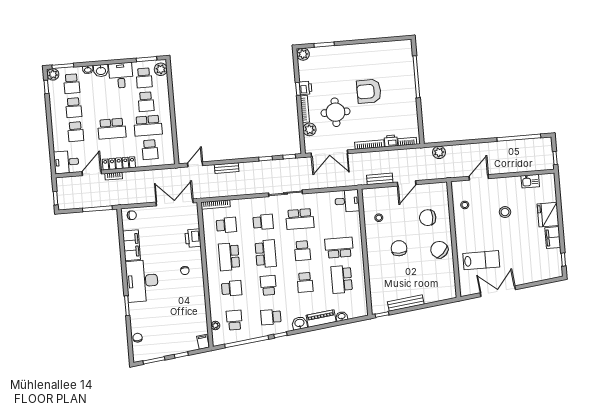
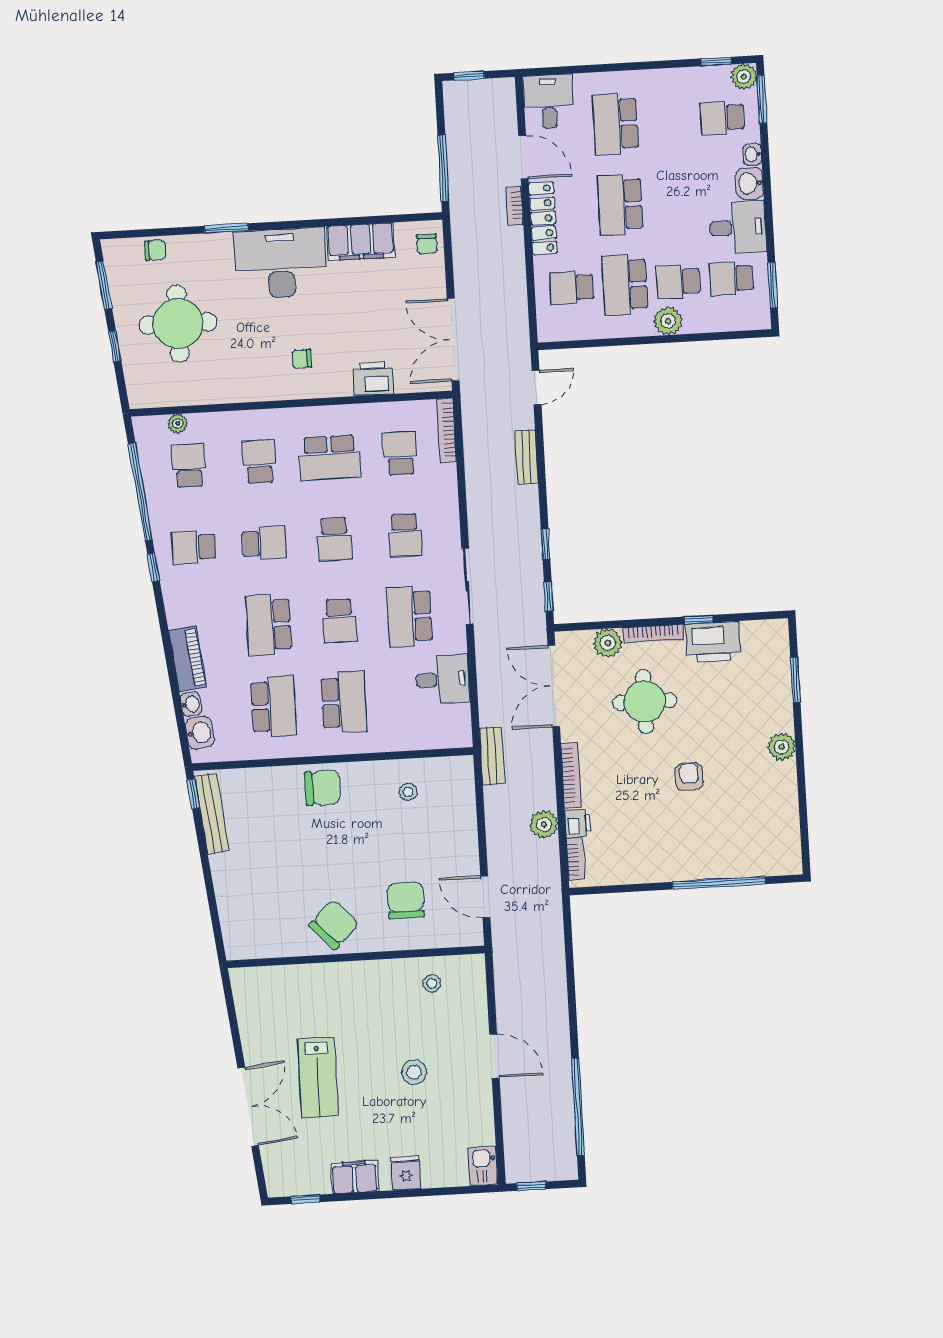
plant: (303, 54) -> (782, 747), moved
plant: (161, 69) -> (668, 321), moved
printer: (305, 88) -> (713, 642), width x1.87, depth x1.48
armchair: (369, 91) -> (689, 777), width x0.53, depth x0.53
school desk: (74, 108) -> (669, 121), removed
school desk: (76, 132) -> (616, 124), width x1.85
plant: (439, 152) -> (544, 824), moved
door: (195, 164) -> (537, 387), hinge flipped
door: (479, 177) -> (494, 1056), moved
bench: (380, 179) -> (492, 756), moved
kitchen sink: (530, 181) -> (483, 1166), moved
door: (407, 183) -> (485, 897), moved
desk: (347, 201) -> (443, 679), moved, turned -90
double door: (175, 202) -> (453, 340), swing flipped
fridge: (548, 215) -> (406, 1173), width x0.53, depth x0.75
school desk: (226, 225) -> (400, 453), turned 180
chair: (399, 248) -> (322, 788), moved
school desk: (302, 251) -> (339, 621), turned -90
school desk: (266, 254) -> (334, 539), width x0.54
school desk: (229, 257) -> (330, 458), turned 180
lab bench: (481, 260) -> (318, 1077), moved
school desk: (342, 279) -> (273, 706), turned 90
school desk: (305, 282) -> (269, 625), width x1.85
school desk: (232, 288) -> (259, 462), turned 180
double door: (498, 291) -> (248, 1107), moved
bench: (406, 303) -> (212, 813), moved
school desk: (271, 317) -> (194, 547), turned -90
school desk: (234, 320) -> (189, 466), turned -90
washbasin: (300, 323) -> (200, 733), moved
round table: (170, 327) -> (178, 323), added
filing cabinet: (203, 342) -> (142, 395), removed

